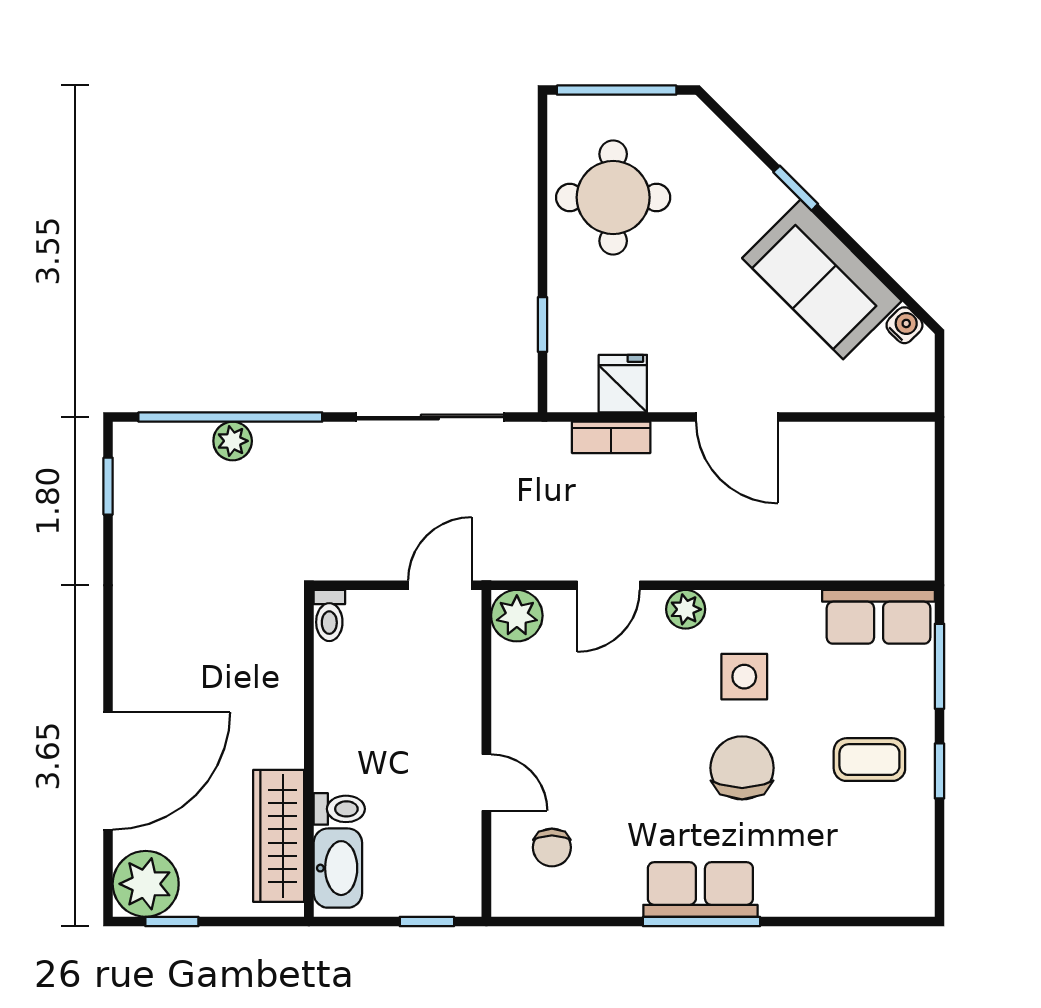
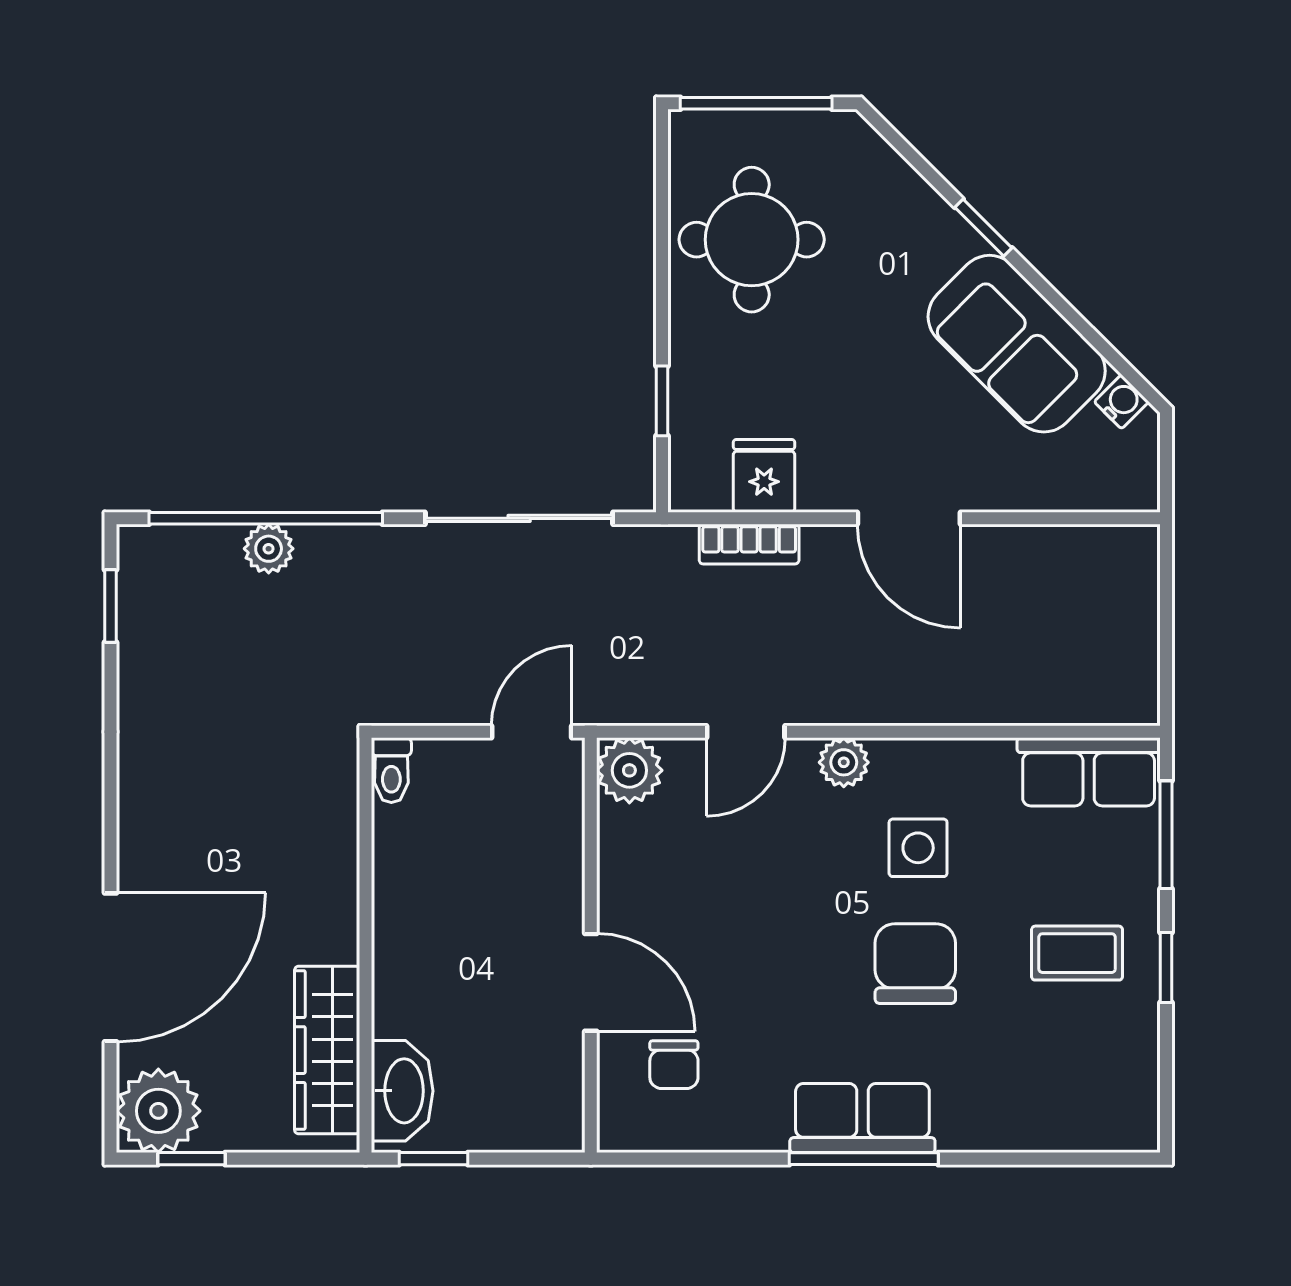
door: (486, 783) -> (591, 982), width x1.38
toilet: (339, 809) -> (404, 1016), removed
window: (427, 921) -> (433, 1159), moved

